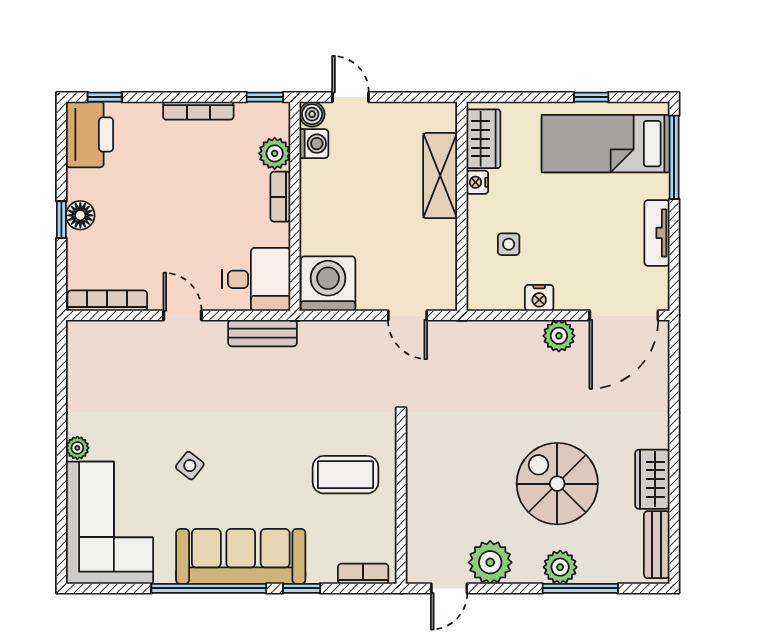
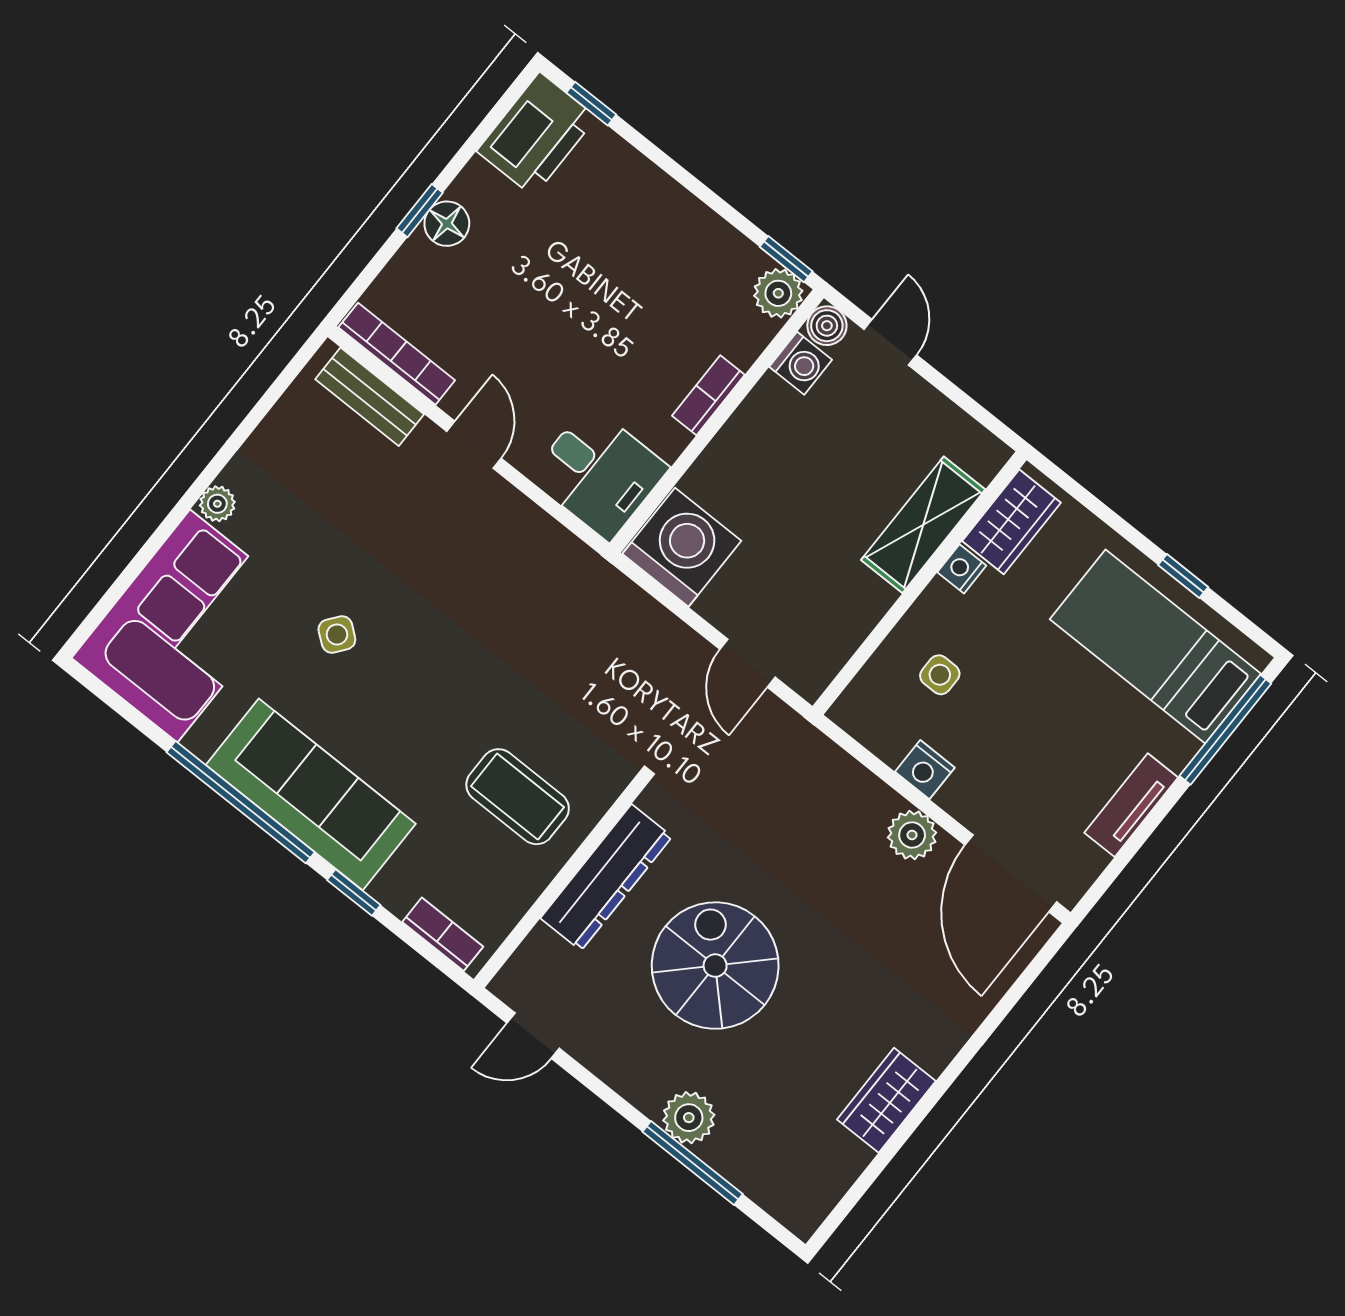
bookcase: (198, 111) -> (692, 211), removed
plant: (275, 153) -> (778, 293), moved
door: (624, 315) -> (1011, 873), hinge flipped
bench: (263, 333) -> (370, 397), moved
dresser: (422, 480) -> (606, 877), added
spiral stairs: (557, 484) -> (715, 966), moved
bench: (657, 545) -> (828, 1184), removed
plant: (490, 562) -> (608, 1044), removed

